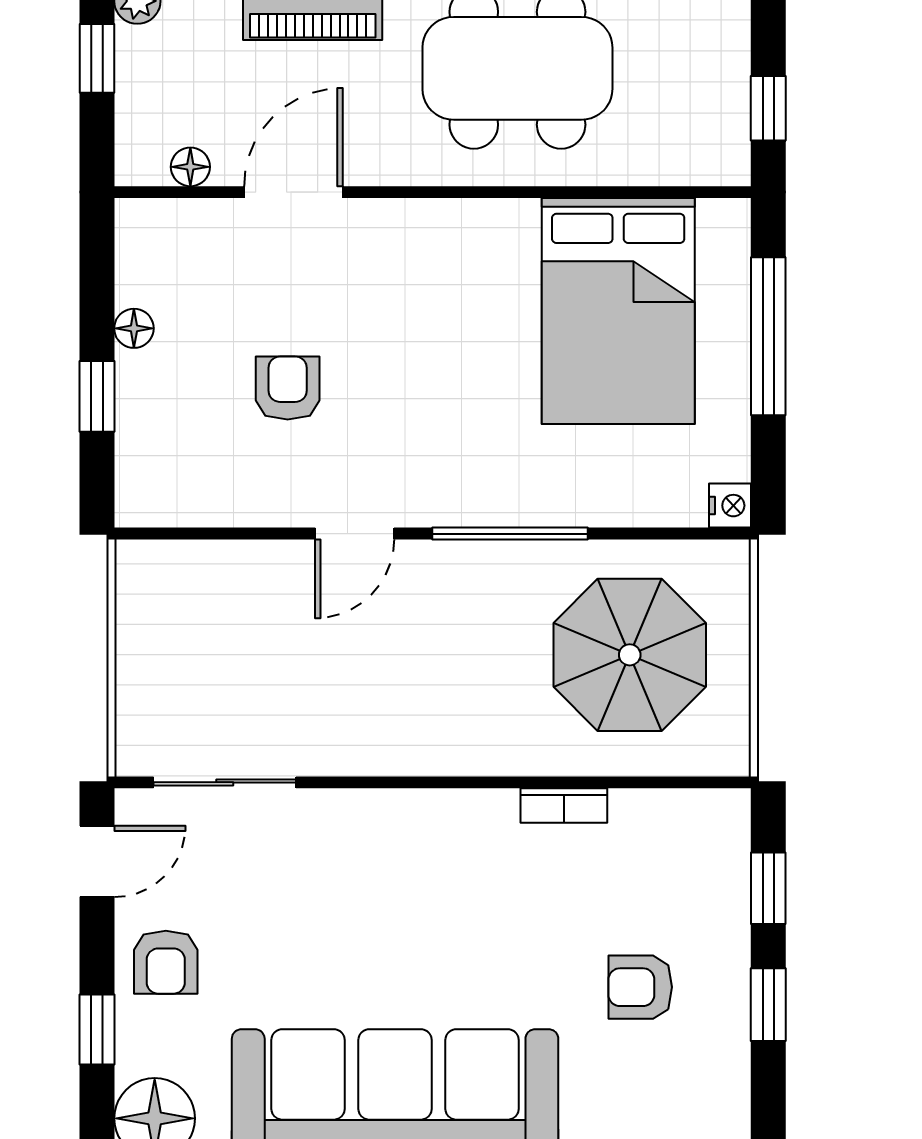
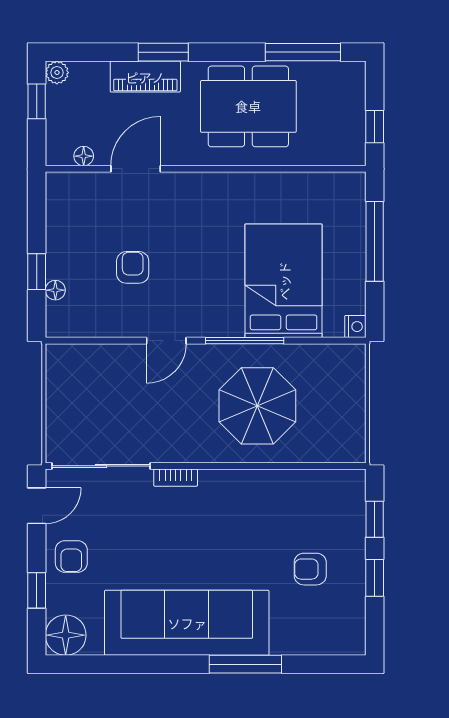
bed: (618, 311) -> (284, 281), moved, turned 180
floor lamp: (134, 328) -> (55, 290), moved
parasol: (630, 655) -> (257, 406), moved
sliding door: (225, 782) -> (101, 466), width x1.37
bookcase: (564, 806) -> (176, 478), moved

